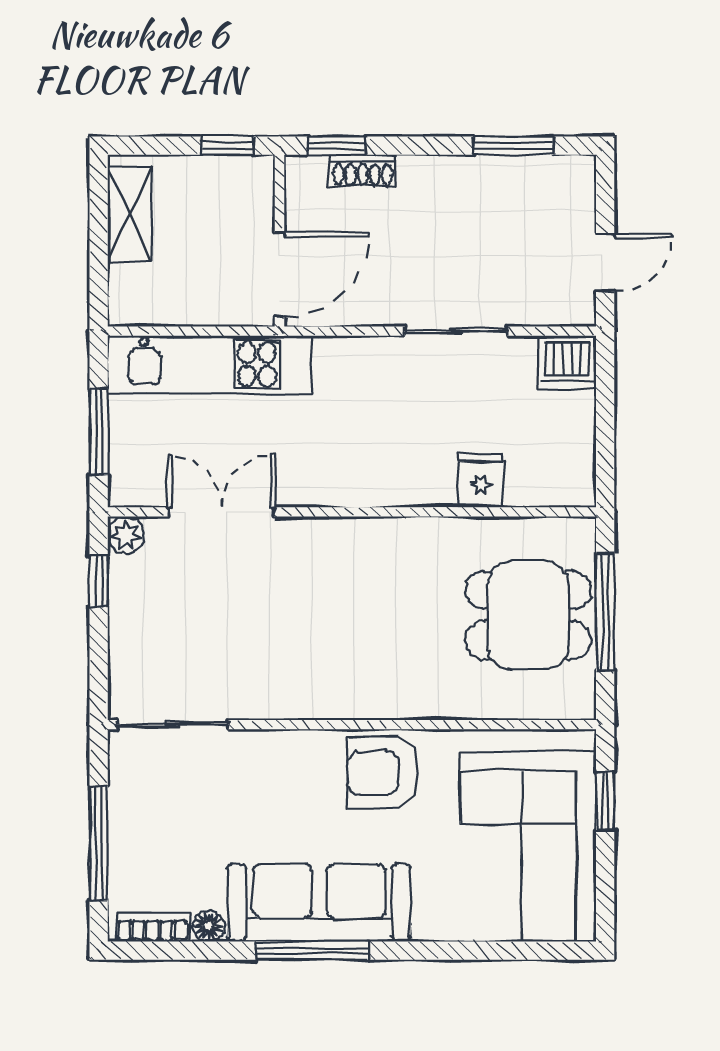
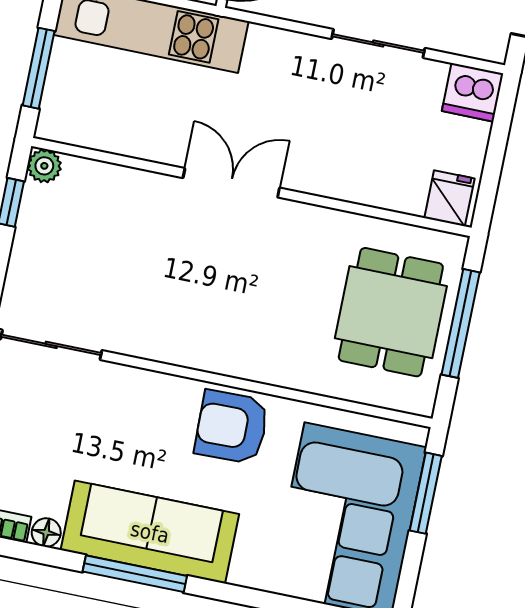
fridge: (481, 481) -> (449, 198), moved
double door: (221, 512) -> (231, 183), moved
dining table: (528, 615) -> (391, 312), turned 90
window: (605, 801) -> (426, 493), width x1.50

